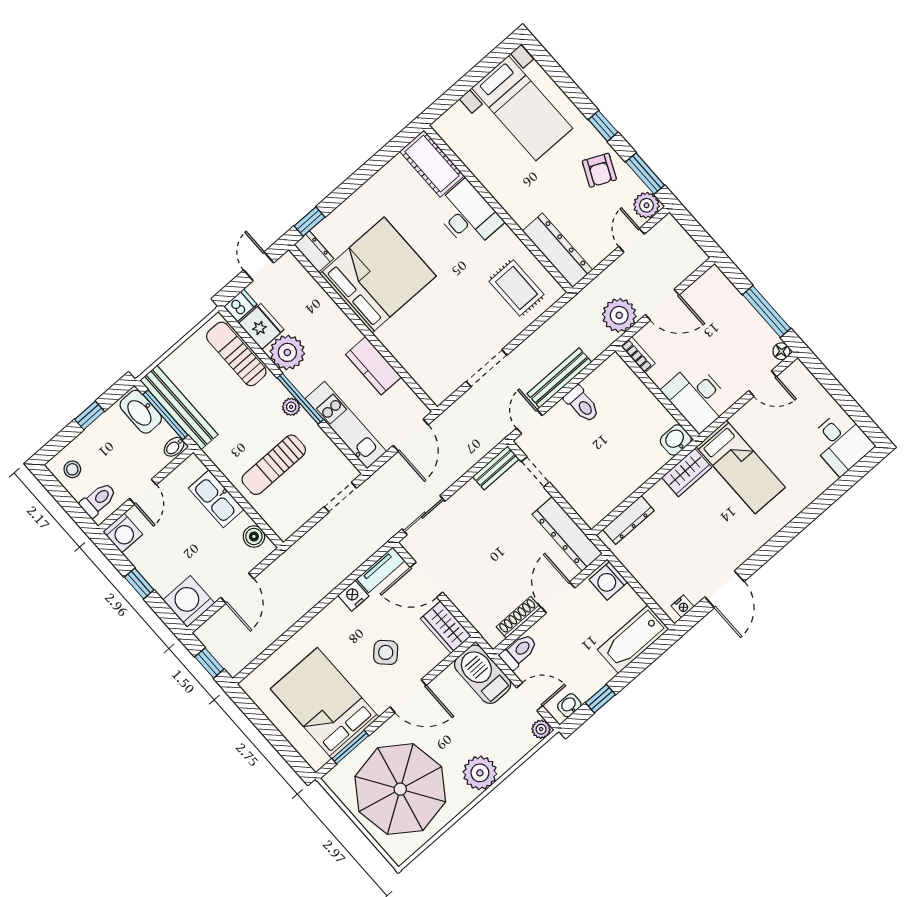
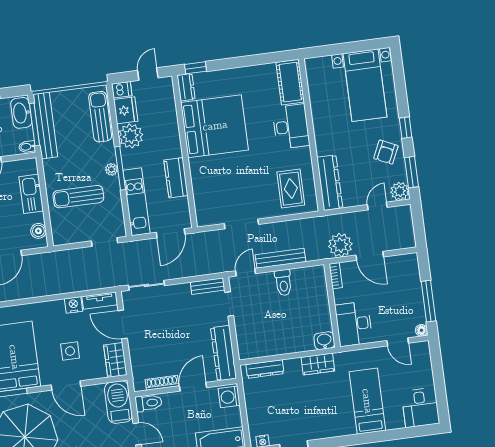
bed: (741, 467) -> (367, 401), moved, turned 180
side table: (386, 652) -> (70, 351), turned 45

